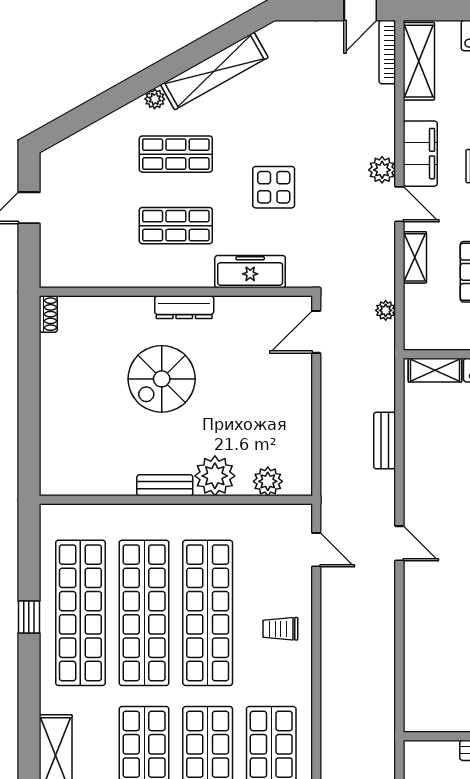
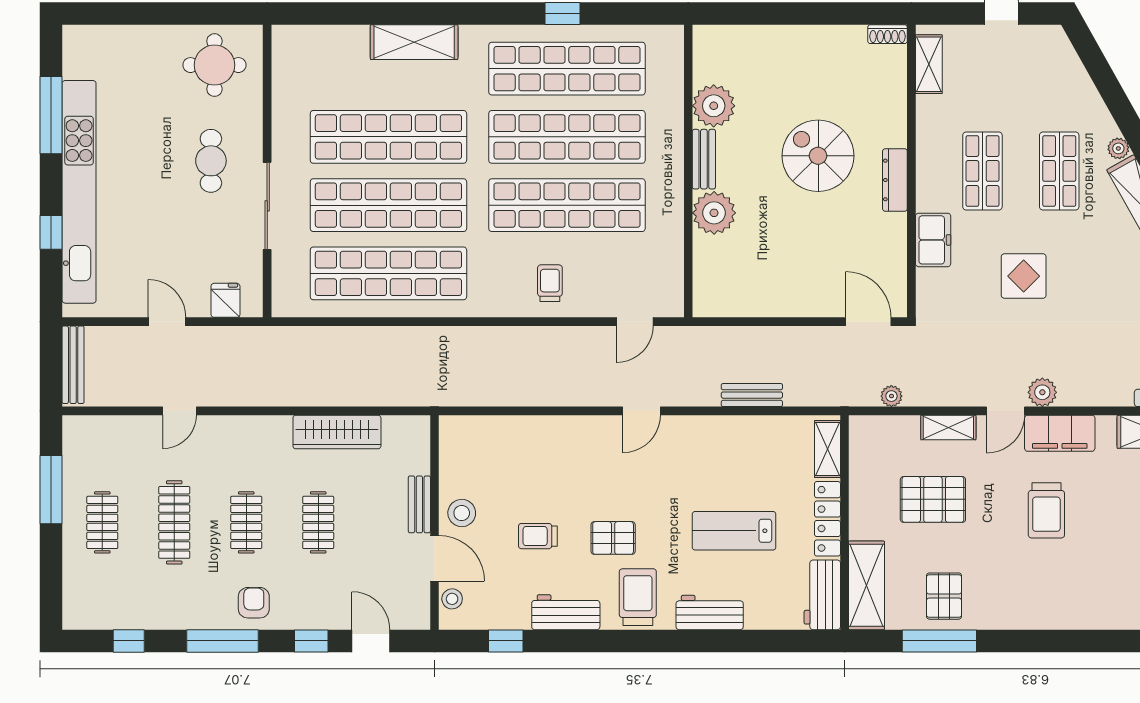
freezer: (250, 272) -> (933, 240), width x0.71
shelving: (76, 276) -> (929, 64), added
plant: (268, 481) -> (714, 106), moved, width x1.36, depth x1.36

